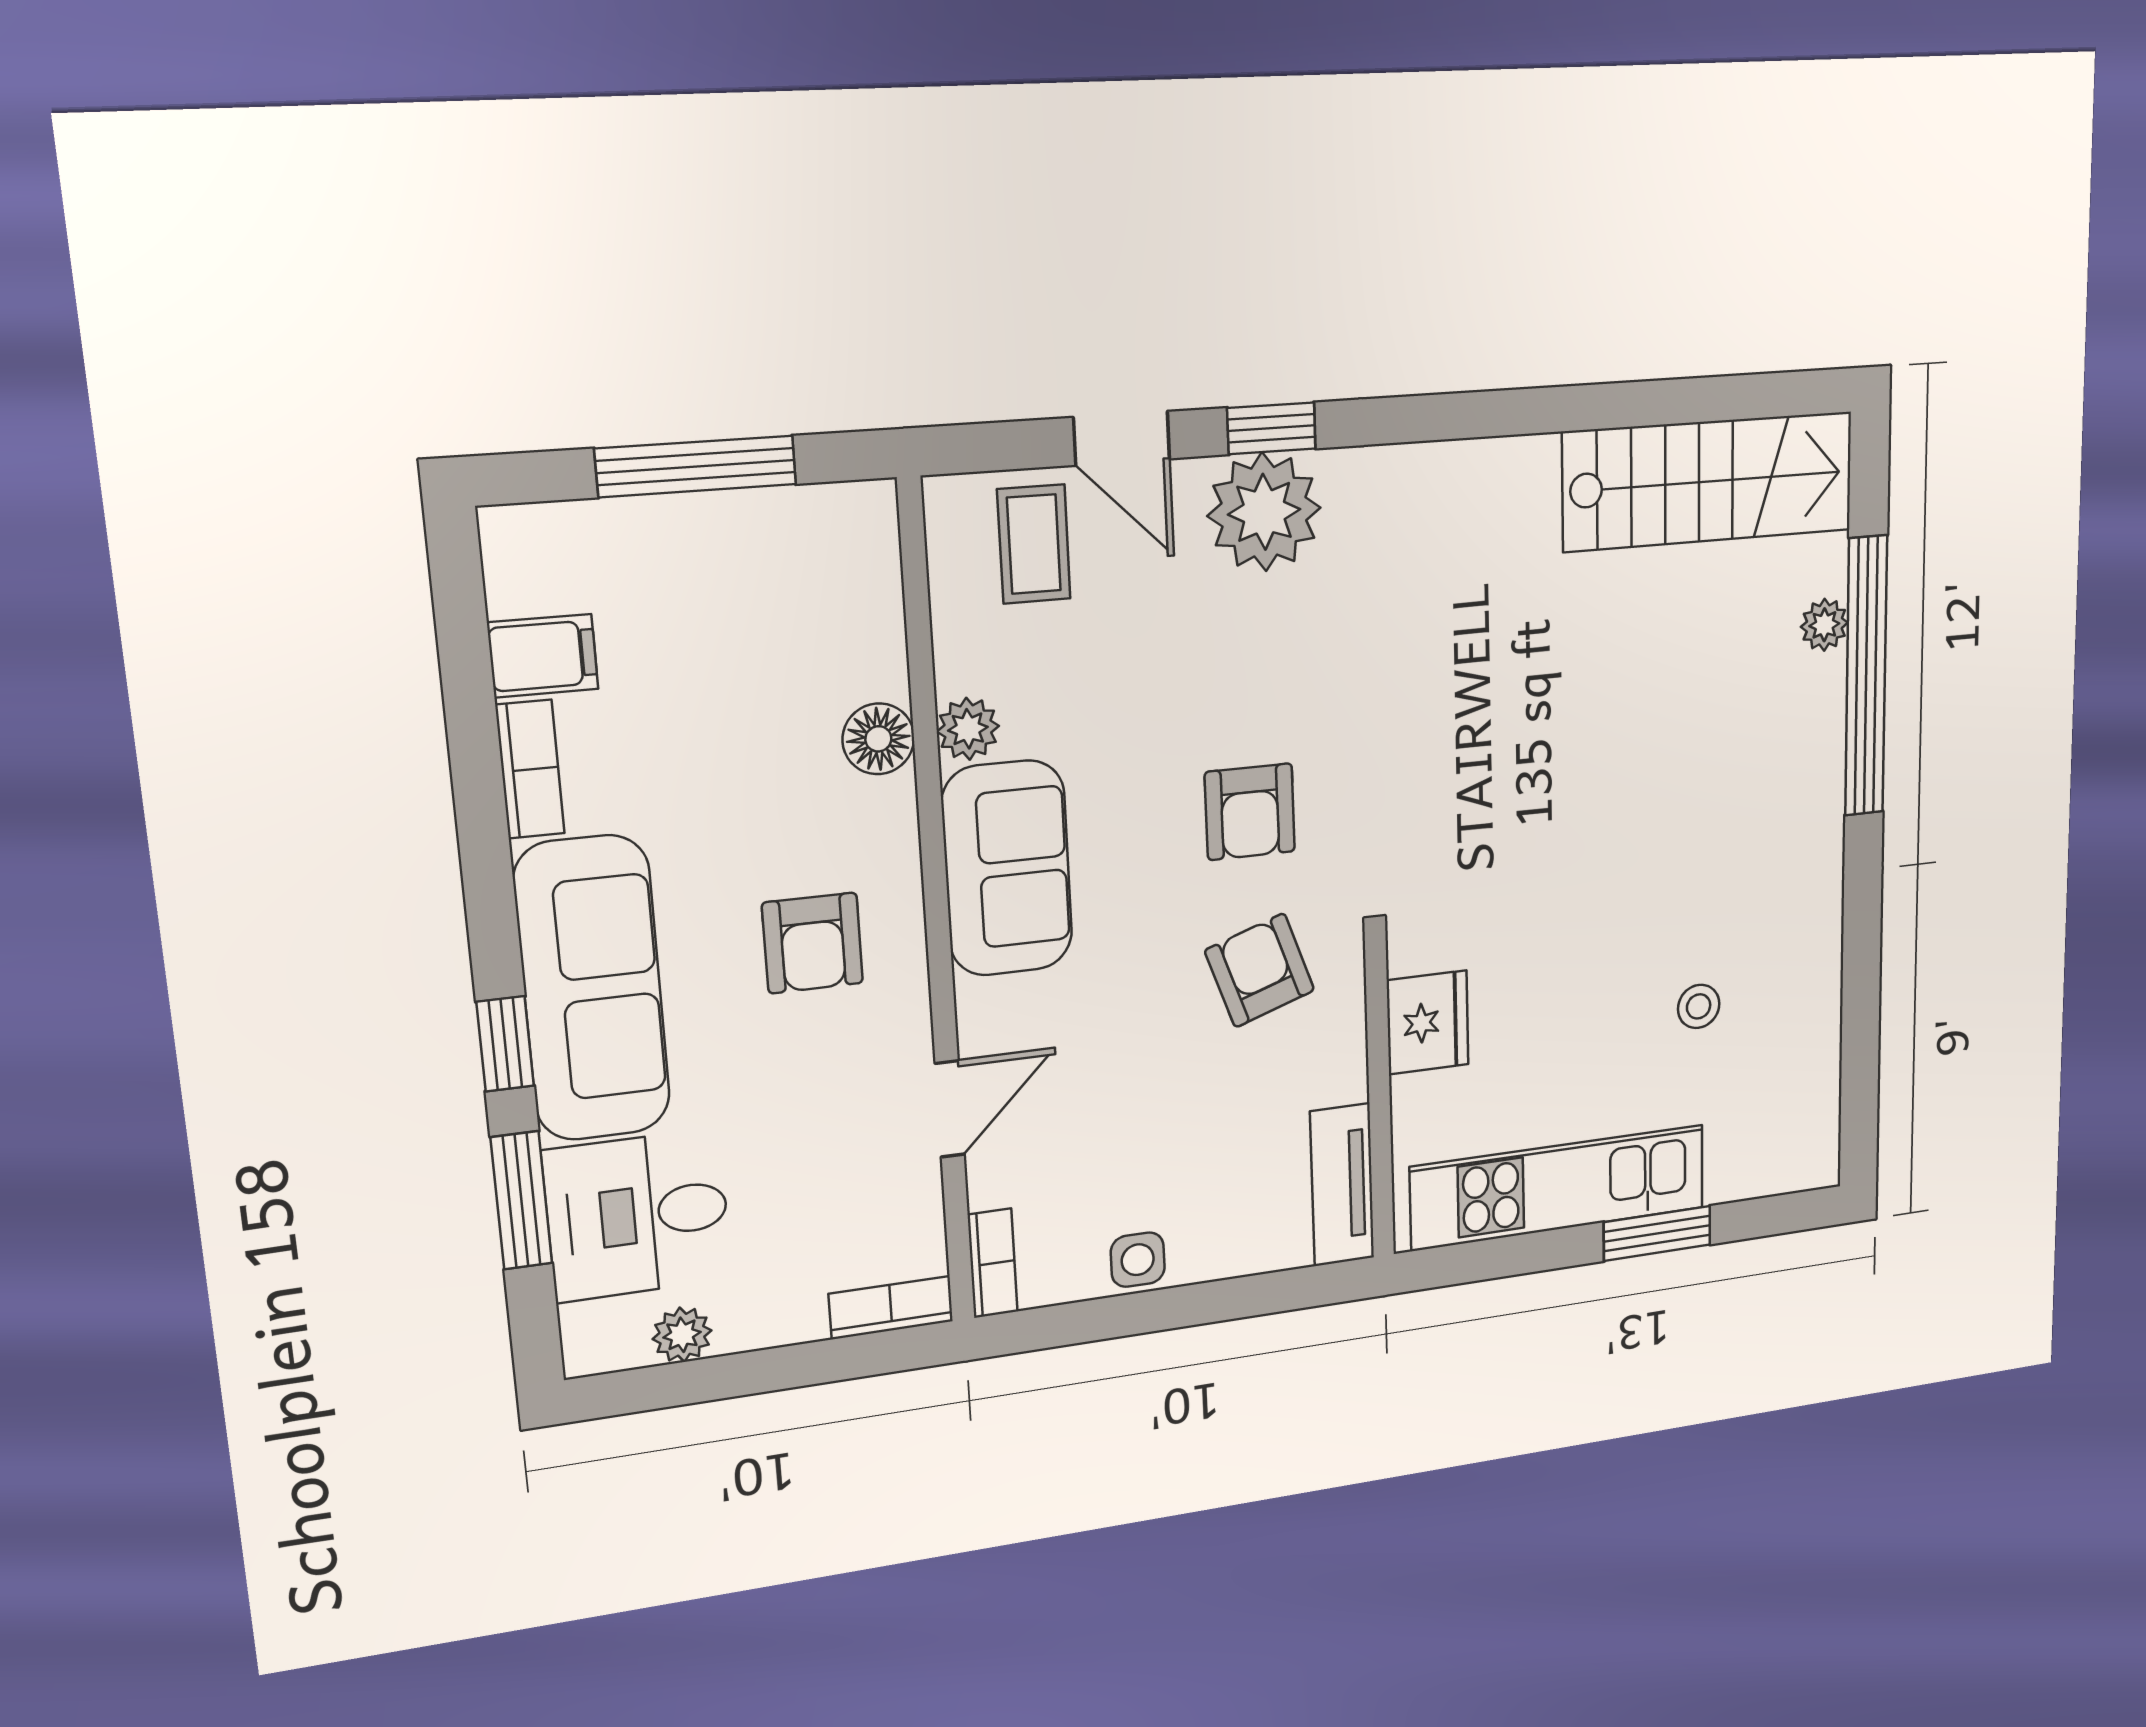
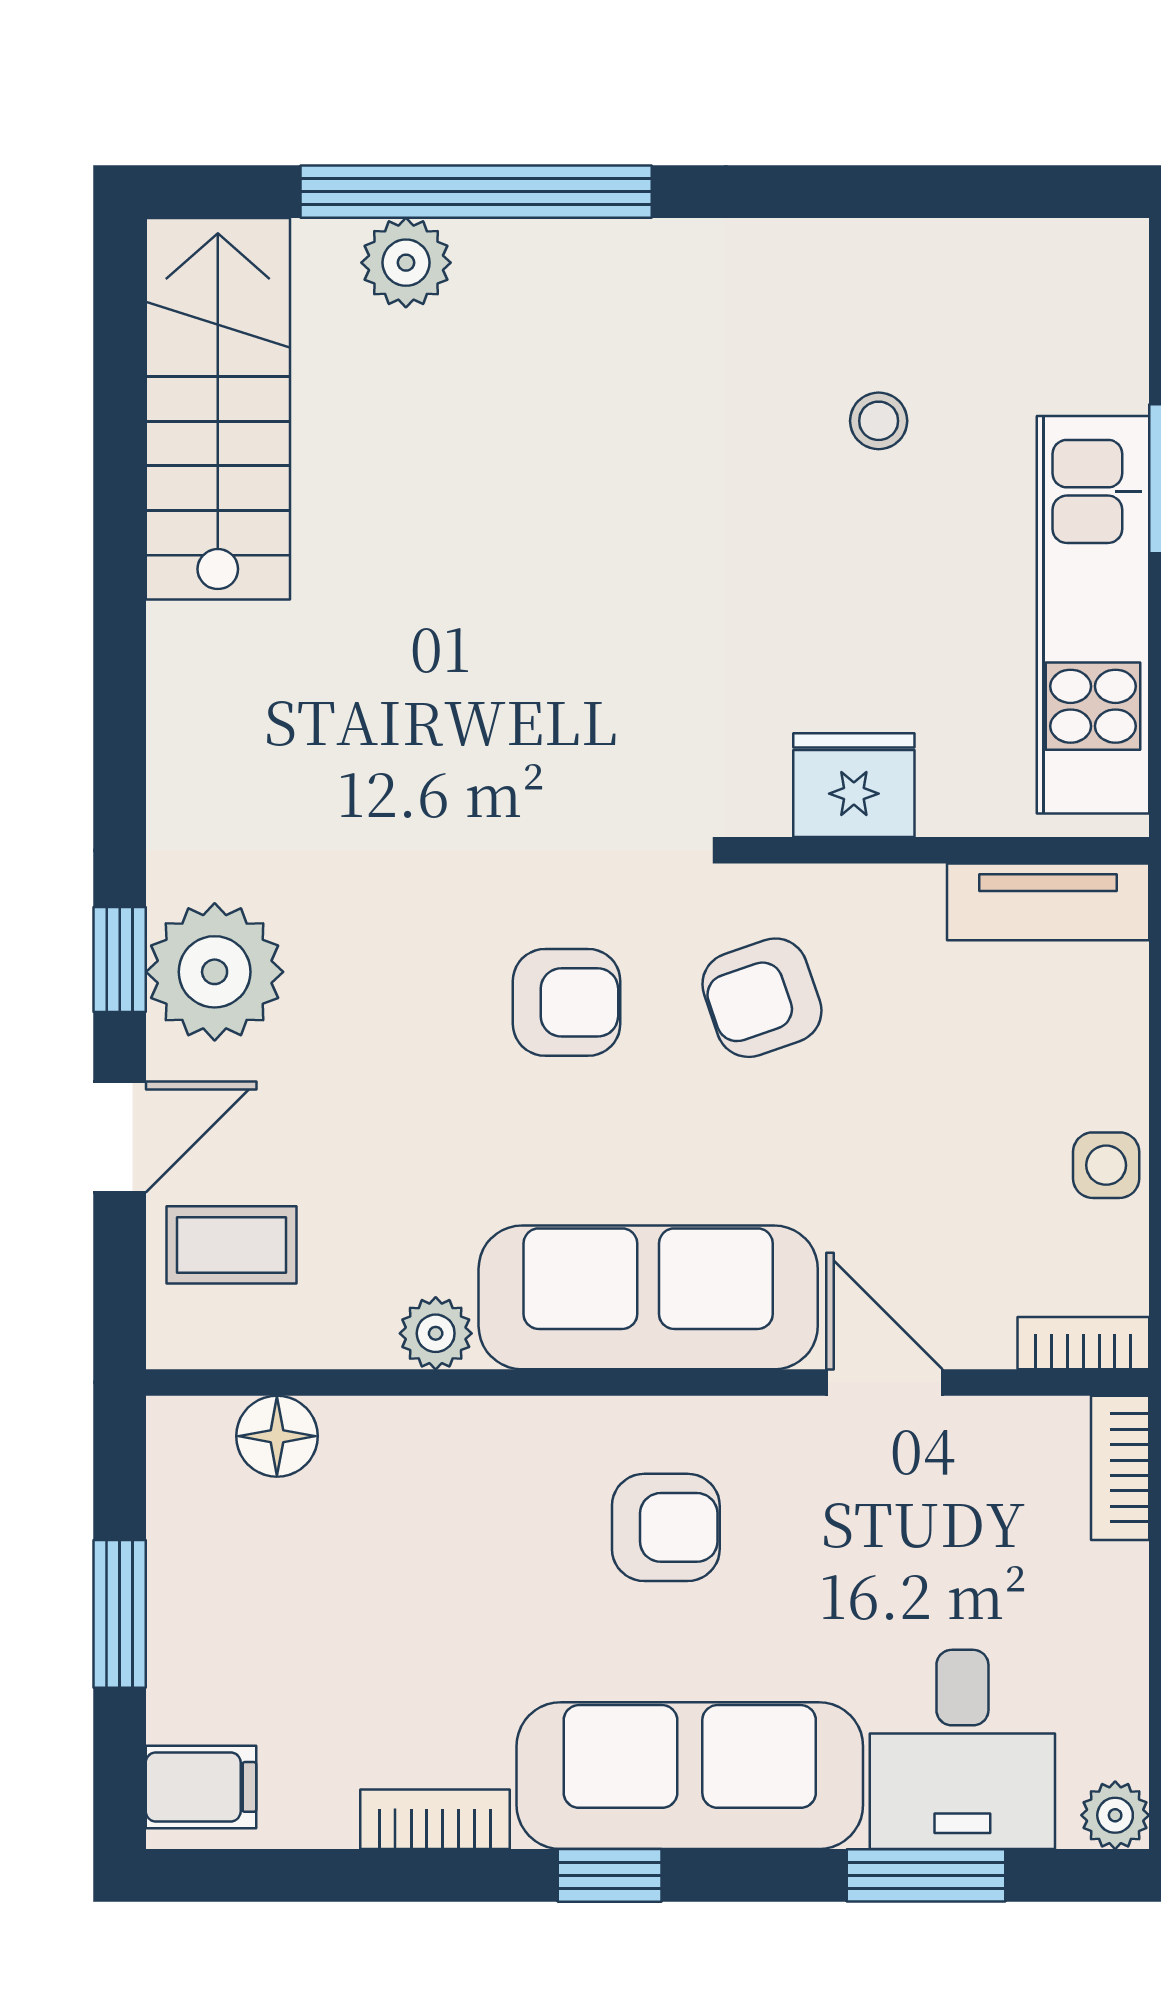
window: (696, 466) -> (120, 1614), width x0.69
plant: (1824, 625) -> (406, 263), width x1.38, depth x1.38
filing cabinet: (543, 656) -> (201, 1787), moved, turned 90
floor lamp: (878, 739) -> (277, 1436), moved
sofa: (1007, 868) -> (648, 1297), width x1.36
window: (505, 1044) -> (610, 1875), moved
plant: (682, 1335) -> (1115, 1815), moved

